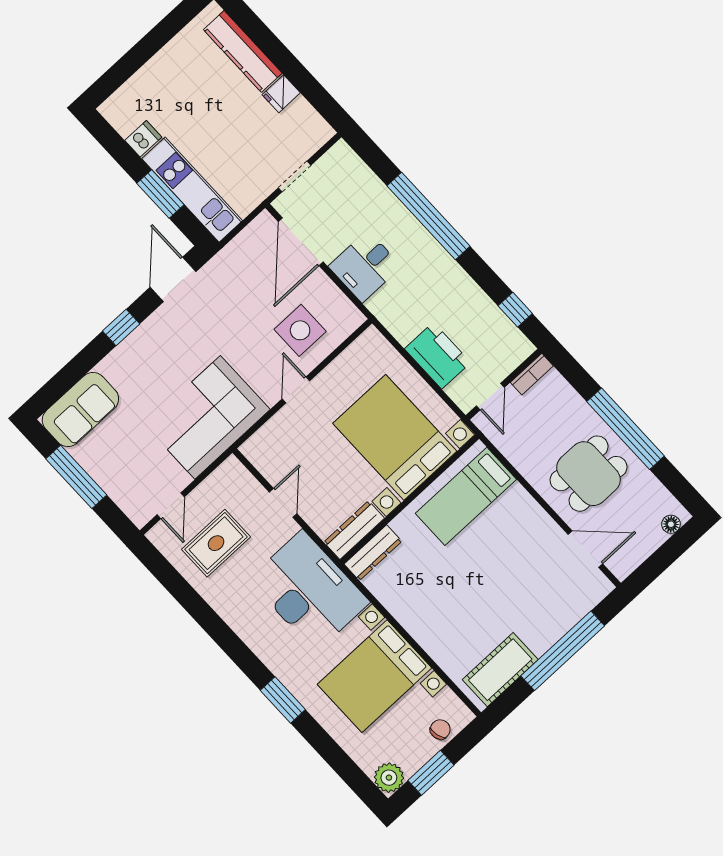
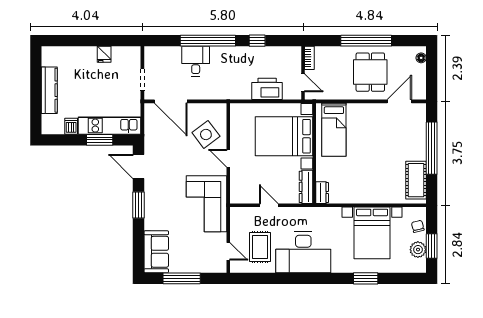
kitchen counter: (243, 51) -> (49, 90), moved, turned -90
desk: (365, 266) -> (196, 61), moved, turned 180
window: (515, 310) -> (257, 41), moved
window: (121, 327) -> (138, 205), width x1.50
side table: (300, 330) -> (206, 134), turned -37
dresser: (373, 553) -> (322, 193), width x0.70
desk: (309, 591) -> (303, 252), moved, turned 180
window: (283, 700) -> (366, 278), moved
plant: (389, 778) -> (418, 250), moved

